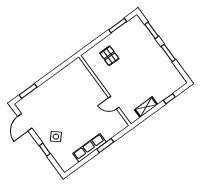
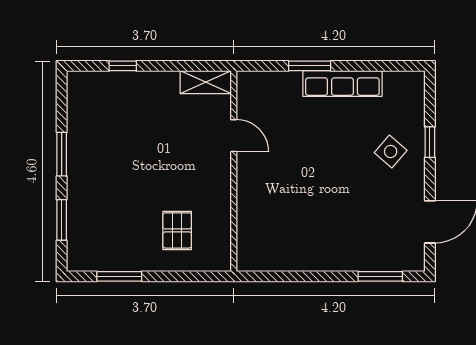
shelving: (146, 107) -> (206, 82), moved

